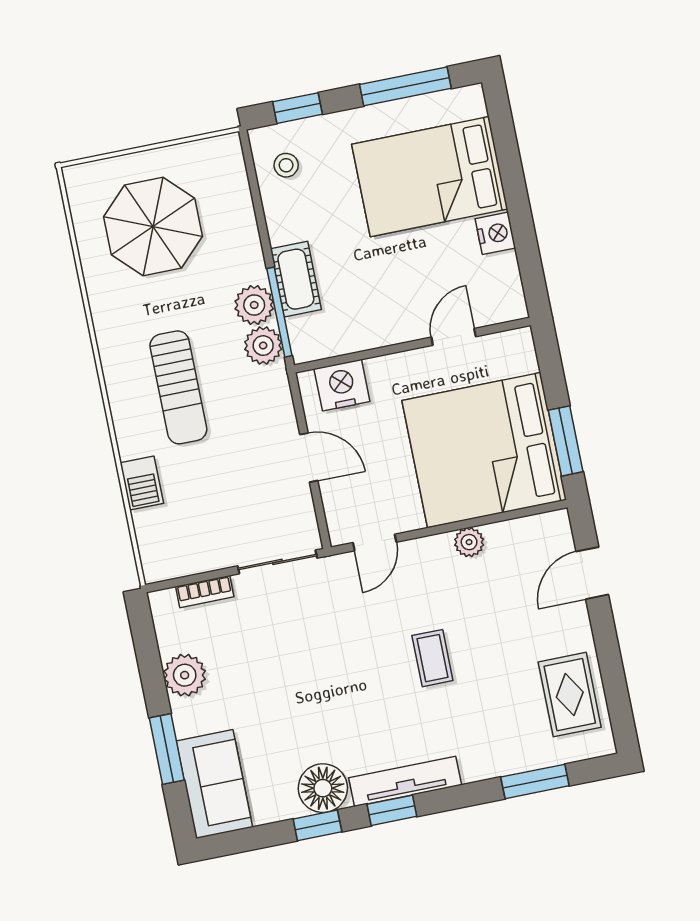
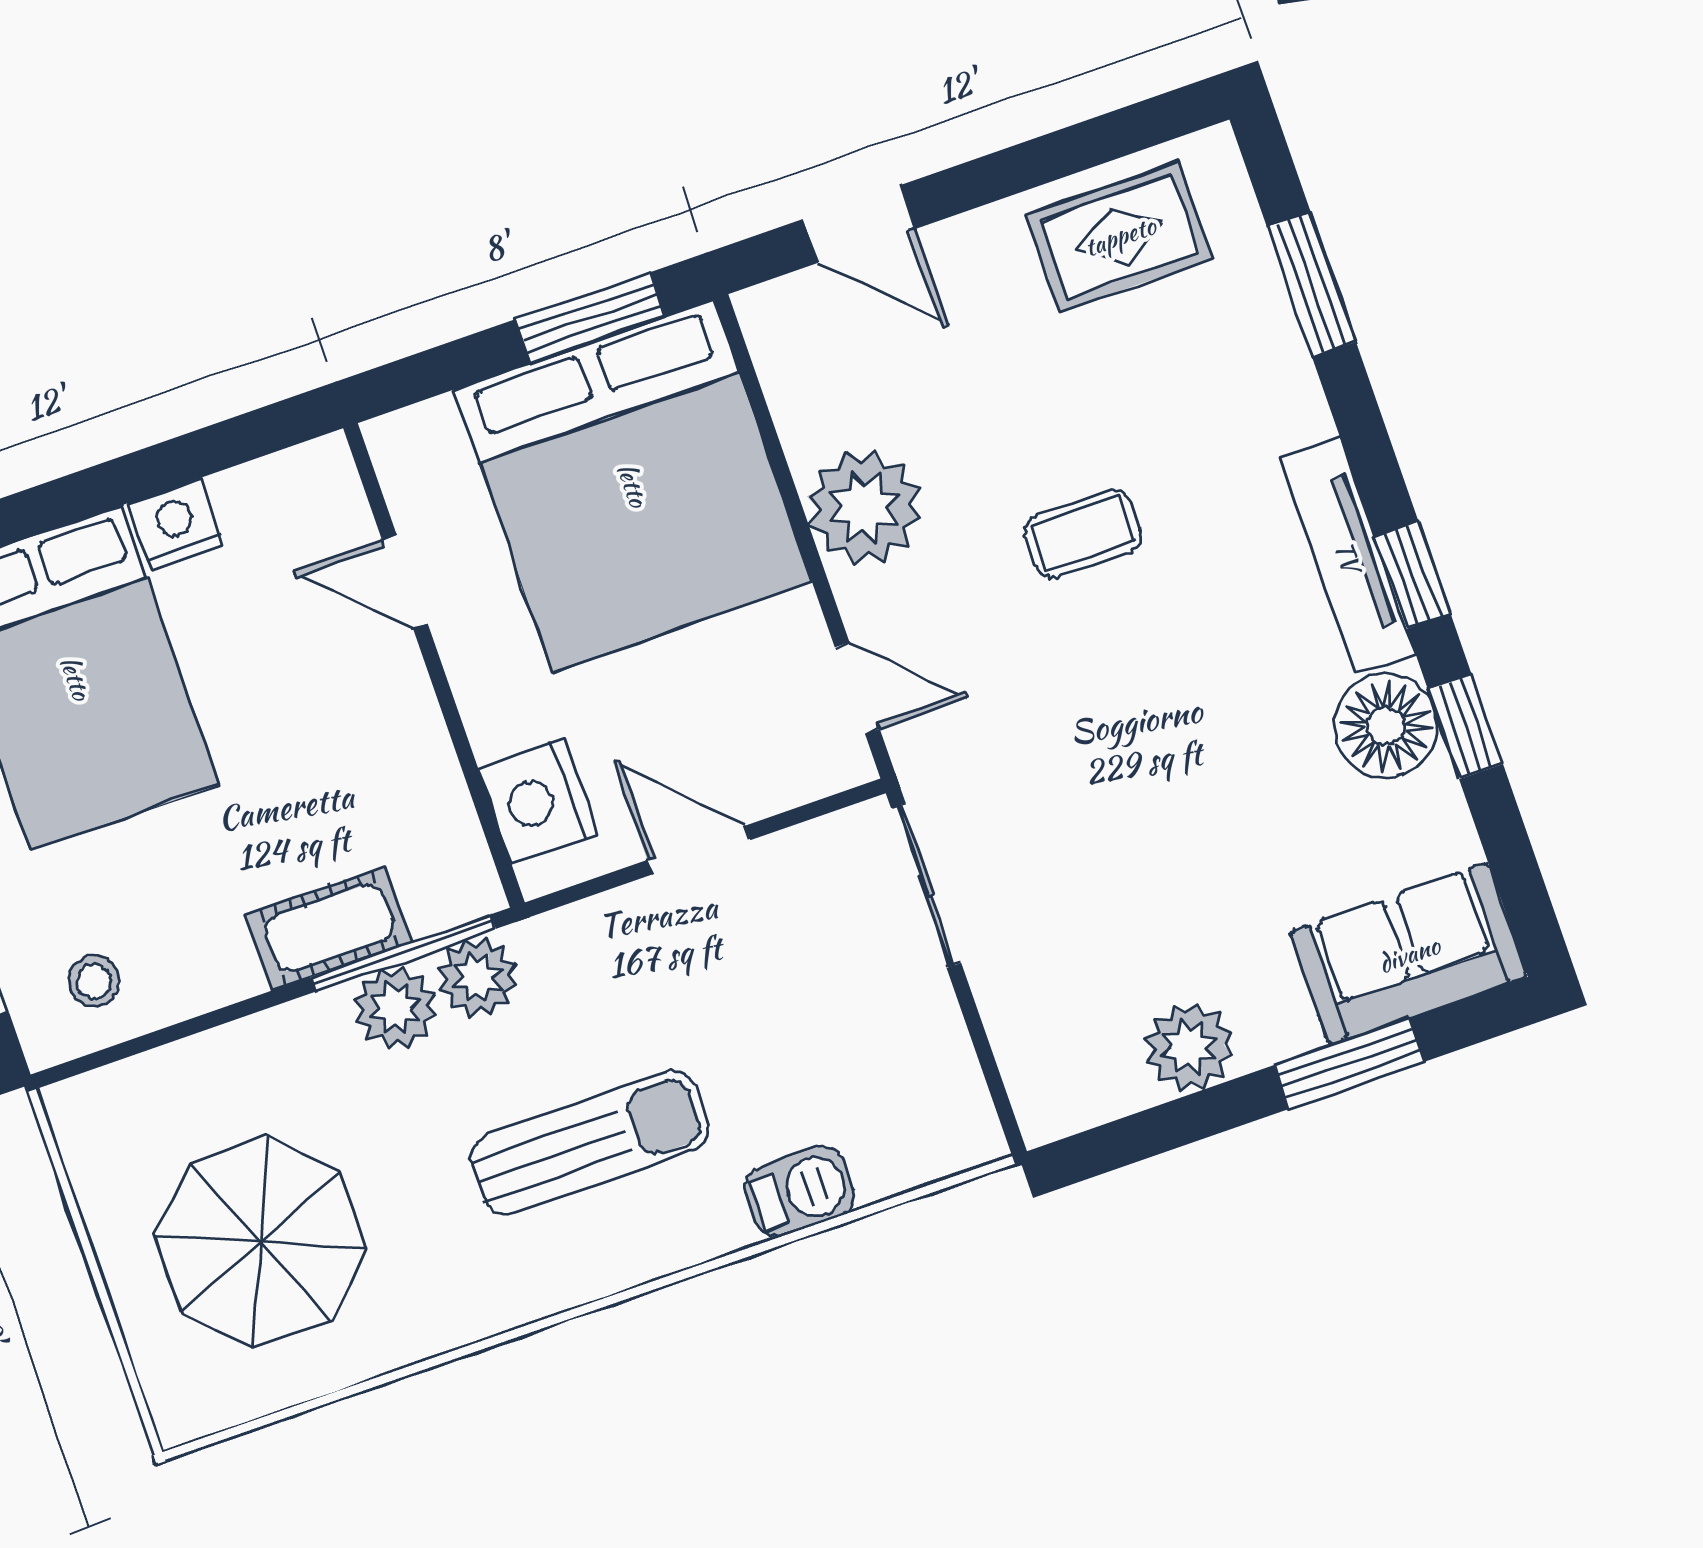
door: (309, 458) -> (699, 850), hinge flipped
plant: (469, 542) -> (864, 507), width x1.87, depth x1.87
bookcase: (205, 592) -> (1009, 1029), removed

